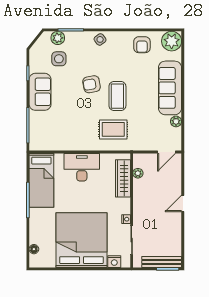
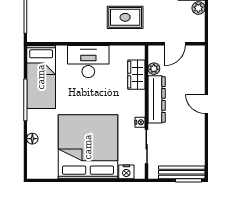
door: (166, 152) -> (175, 44), moved
wardrobe: (123, 178) -> (136, 75), width x0.67
dresser: (140, 200) -> (157, 99), added
door: (183, 204) -> (206, 104), hinge flipped
floor lamp: (34, 249) -> (32, 139), moved

